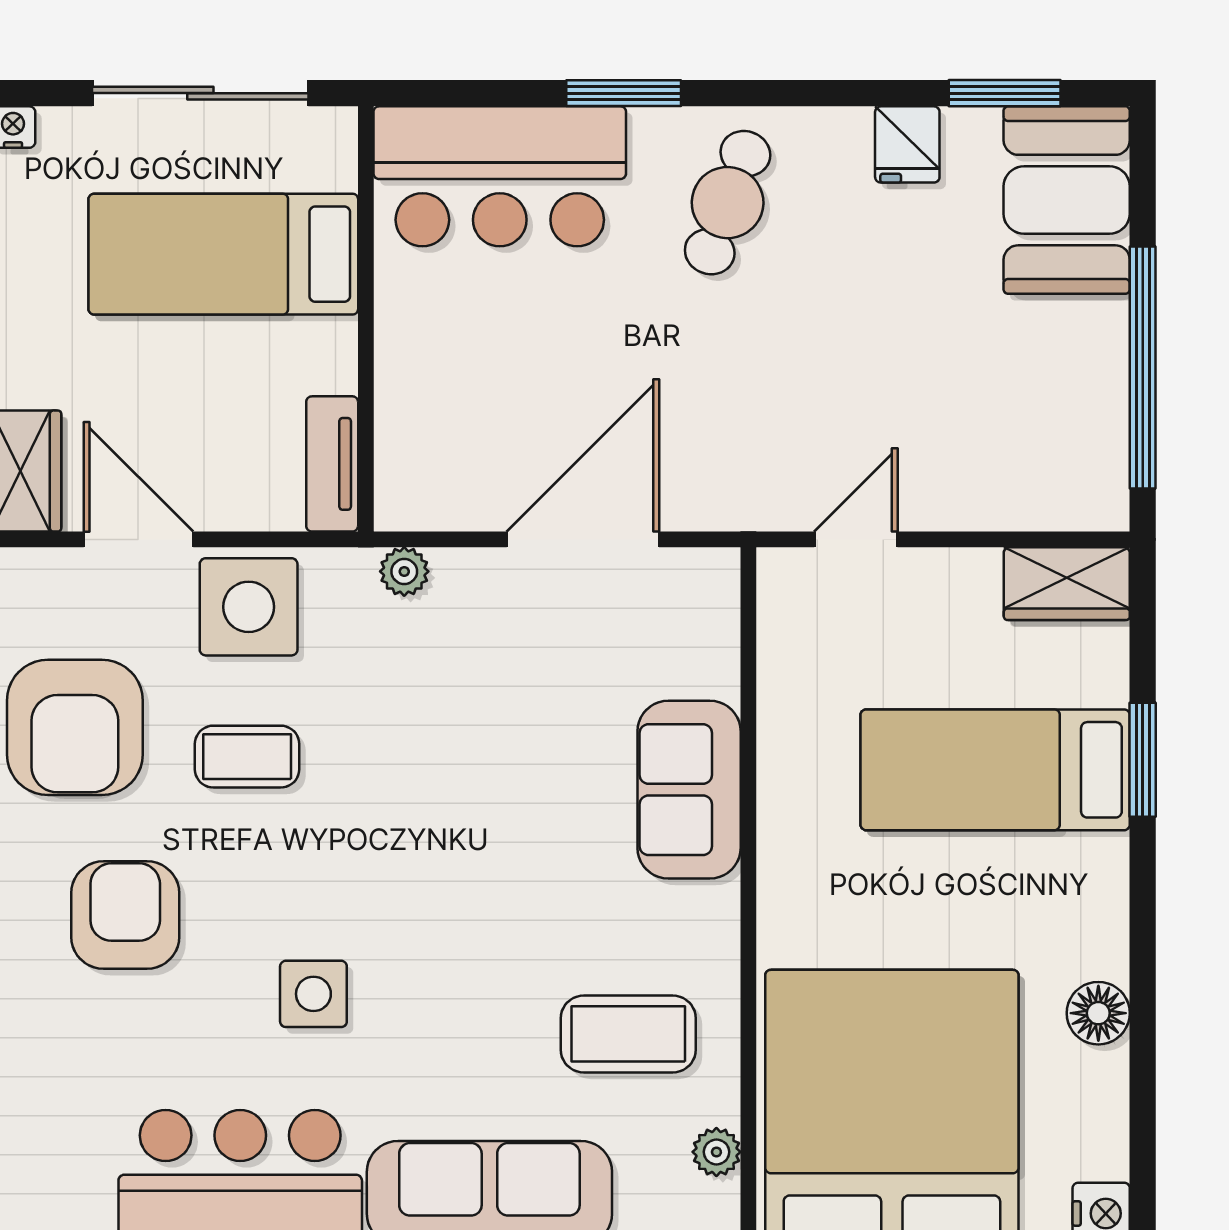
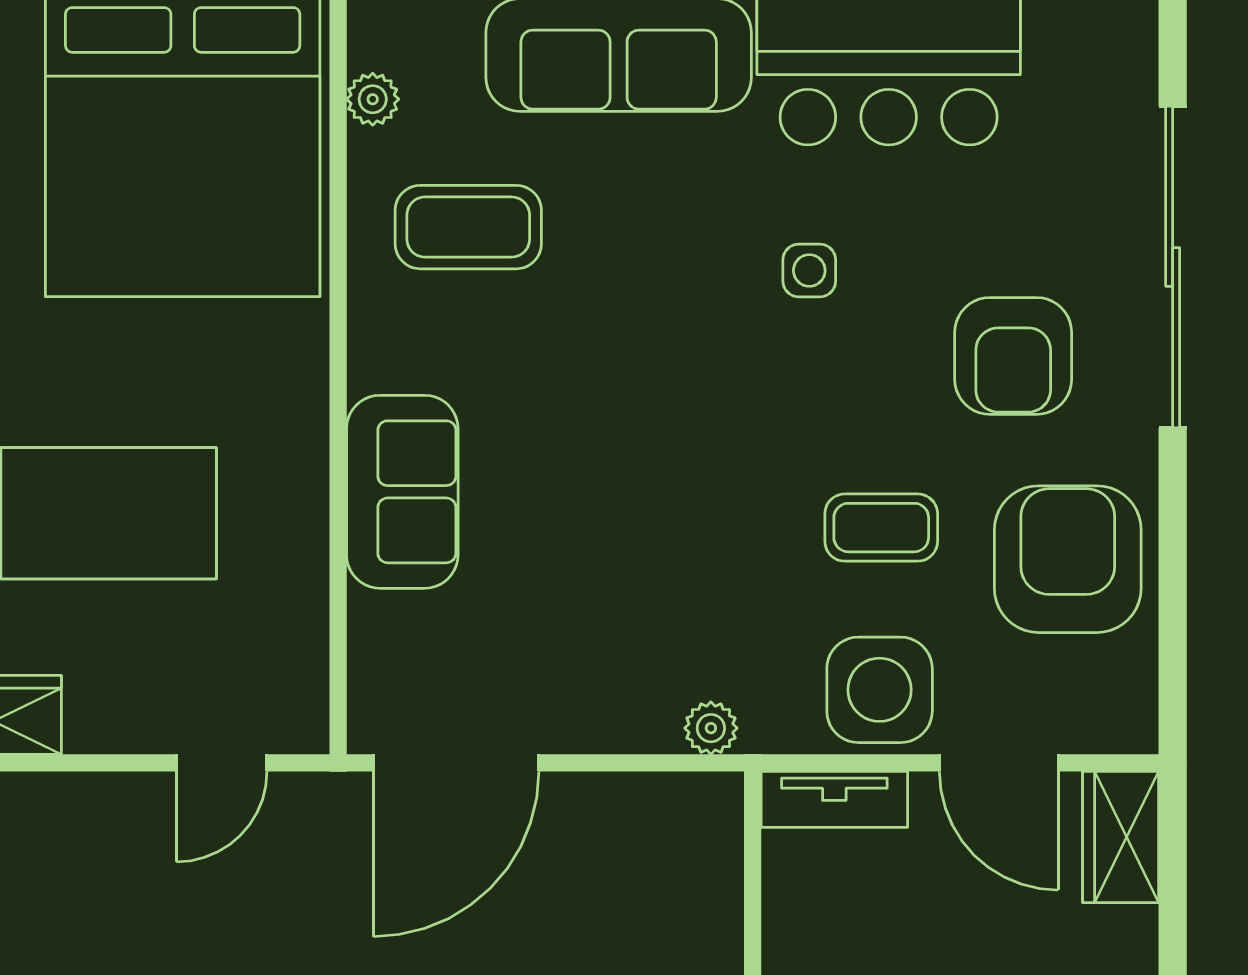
tv unit: (332, 464) -> (834, 799), moved, turned 90
door: (583, 539) -> (456, 763), moved
side table: (313, 994) -> (809, 270), width x0.73, depth x0.73

